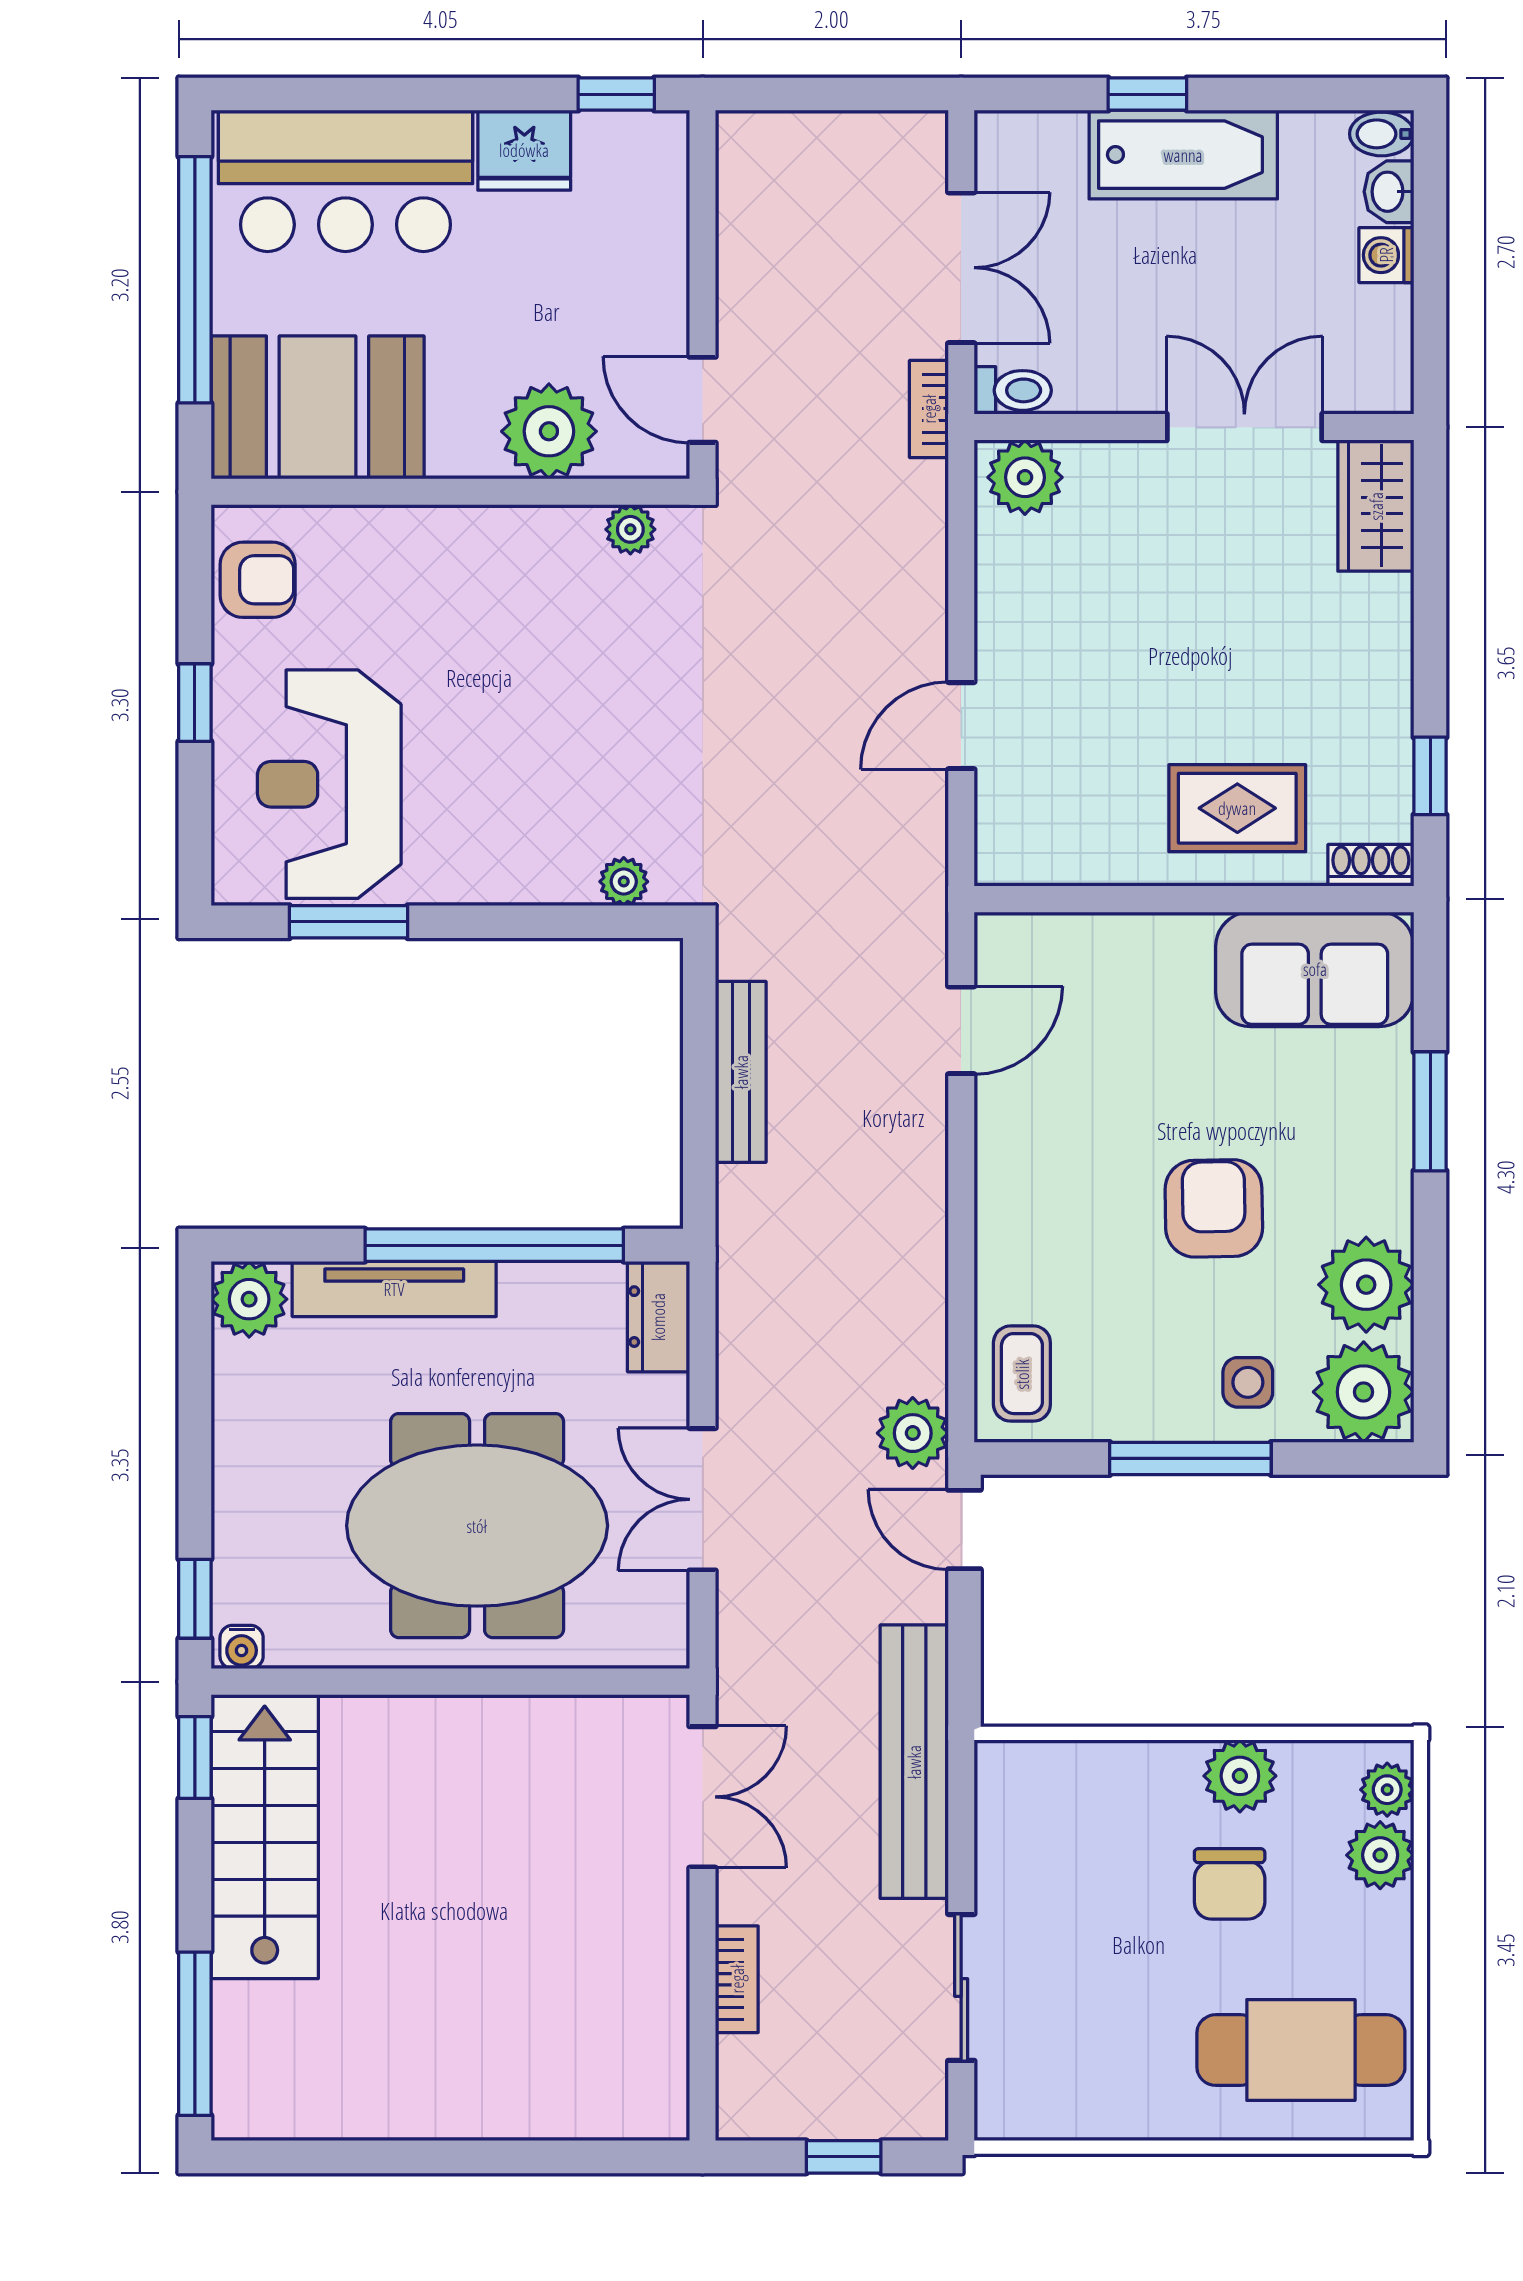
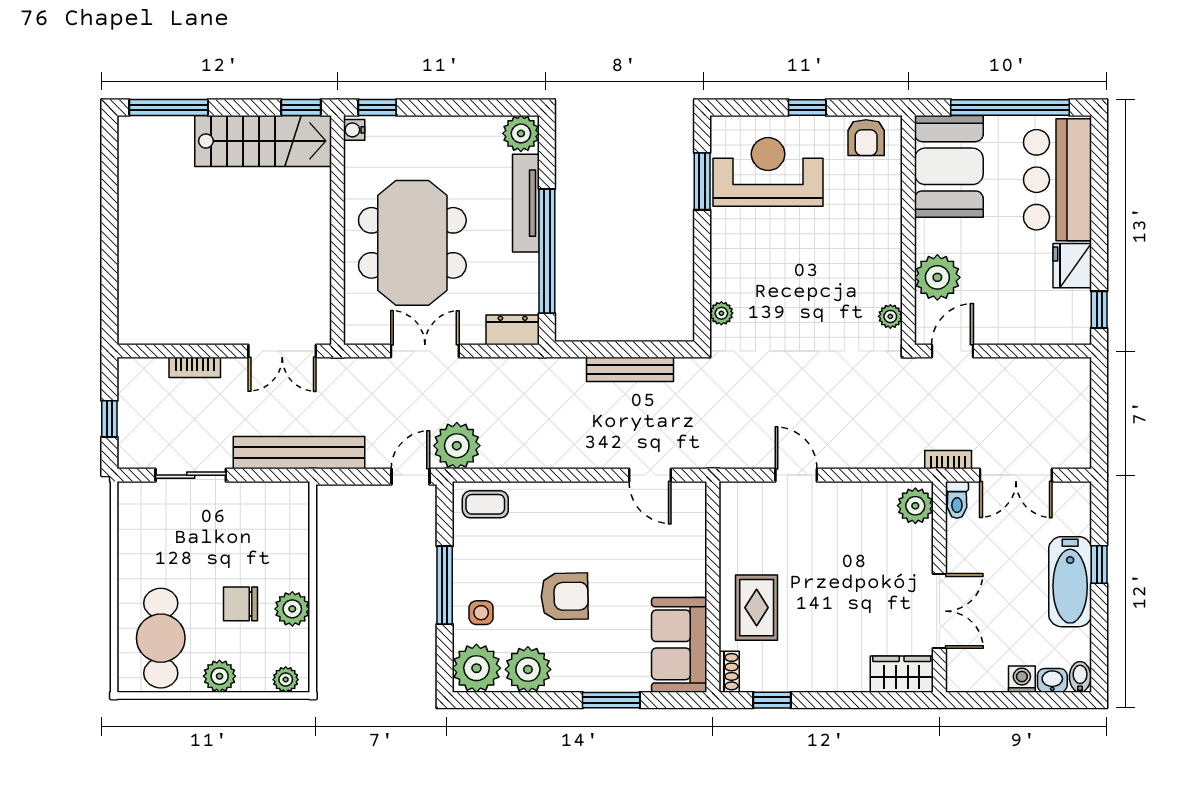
plant: (913, 1433) -> (457, 446), width x1.36, depth x1.36
plant: (1380, 1855) -> (220, 676), moved

